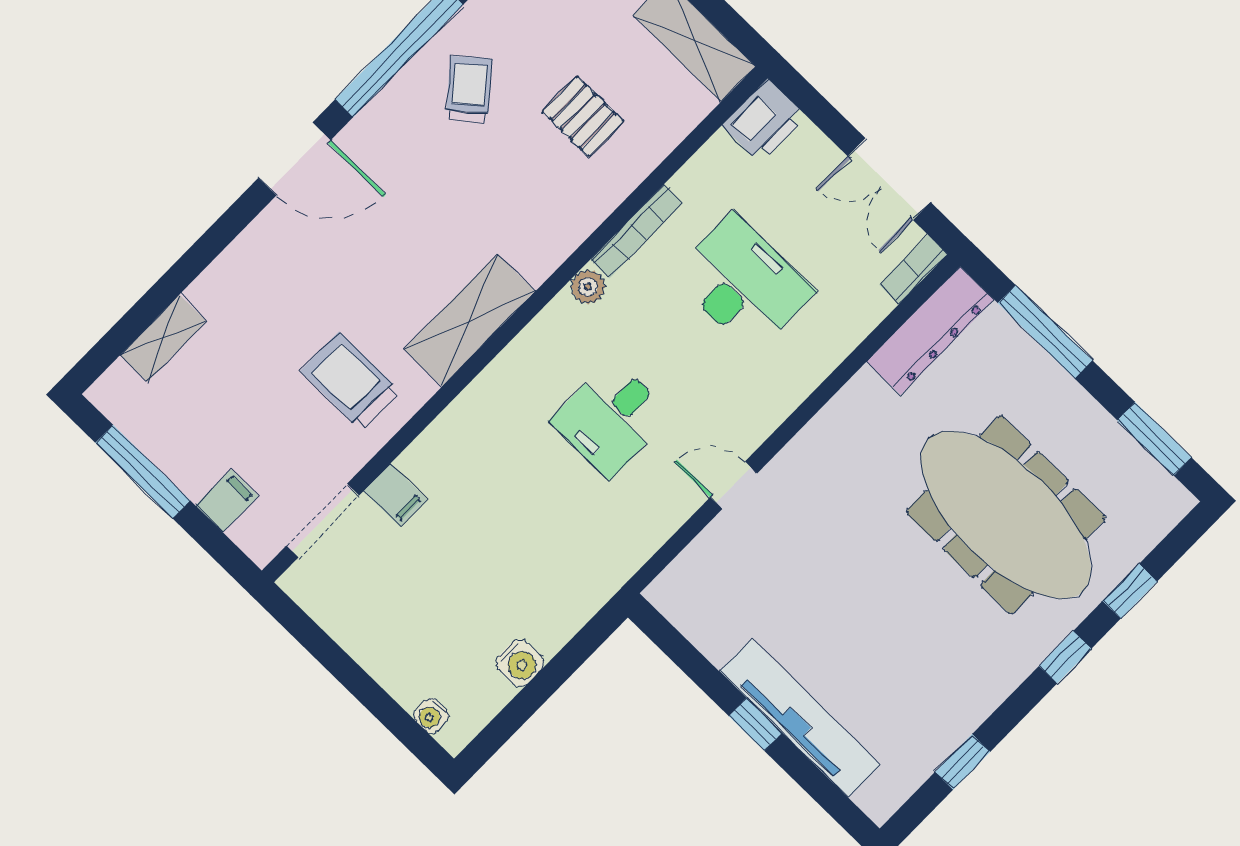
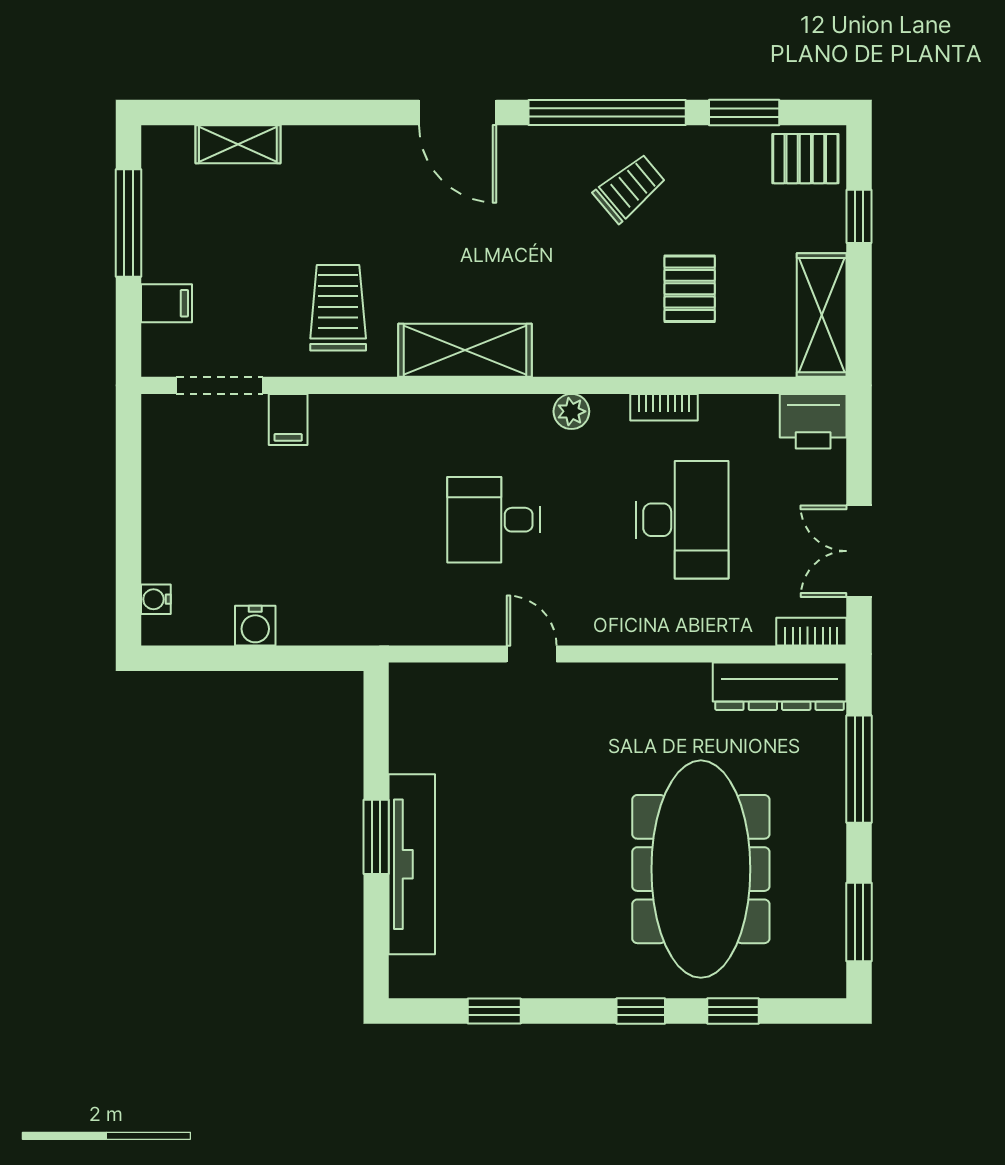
bookcase: (637, 231) -> (664, 407), width x0.64
window: (755, 724) -> (376, 837), width x1.50

